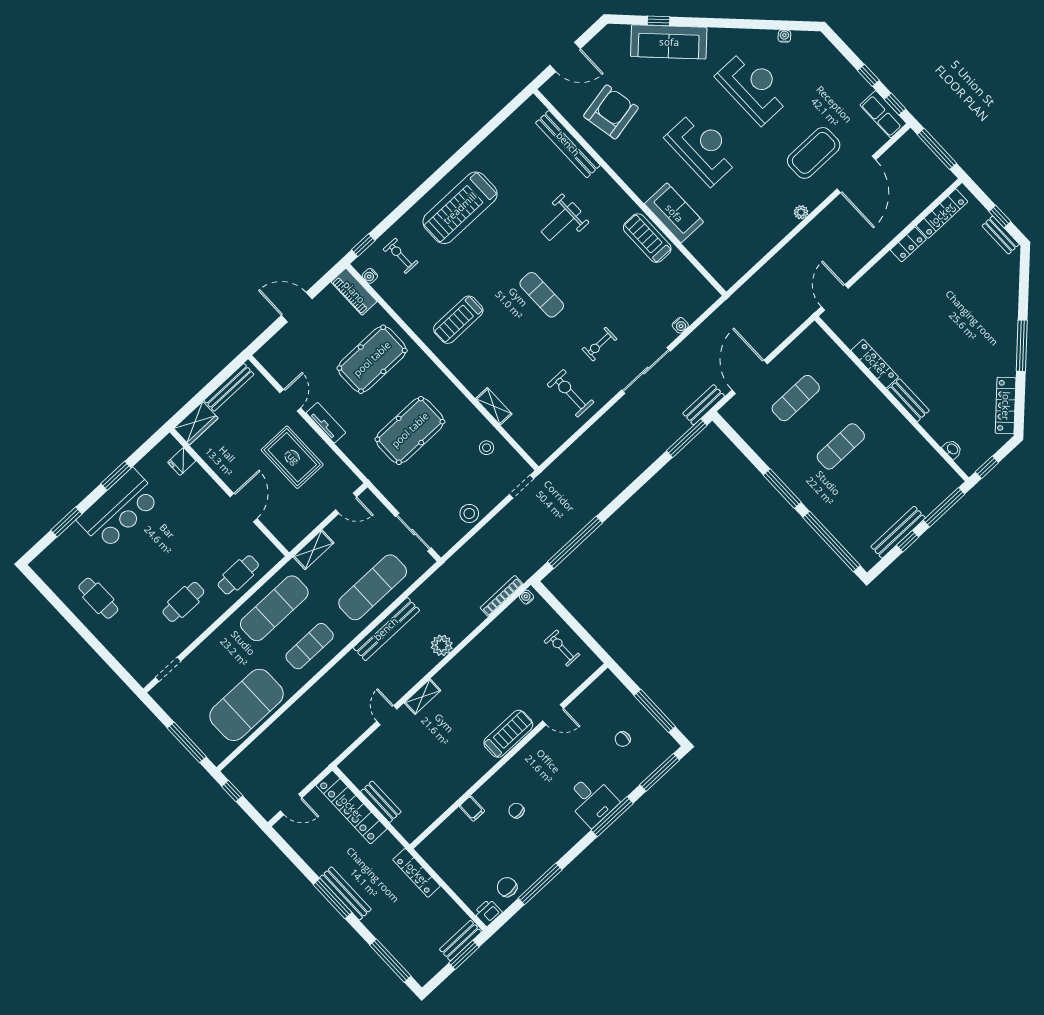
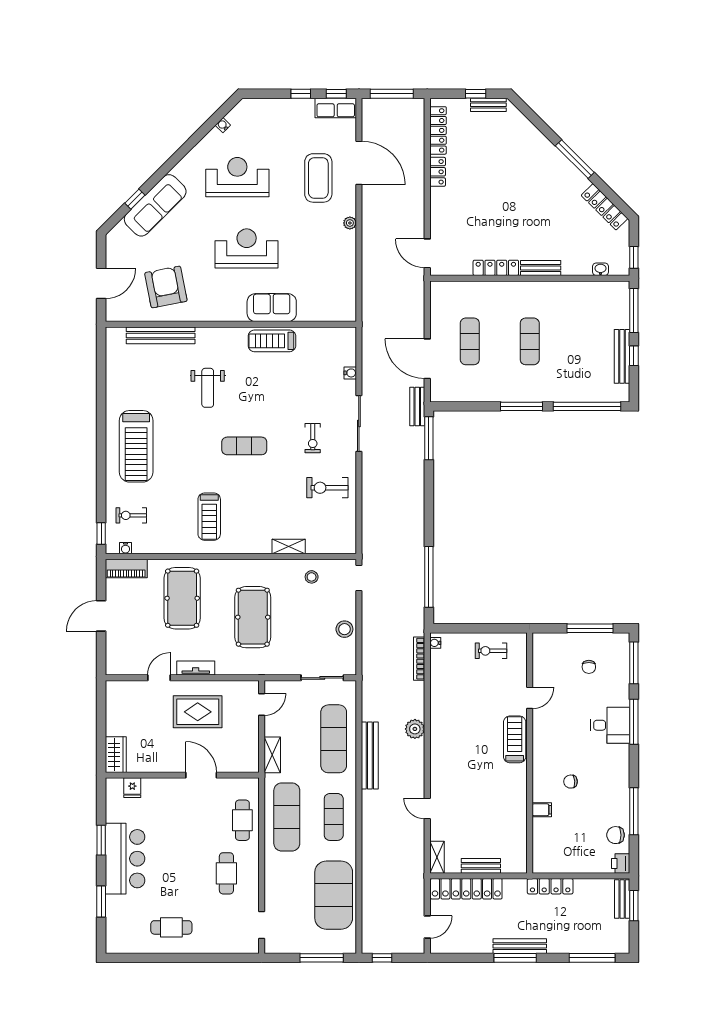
bench: (229, 387) -> (112, 710), removed
door: (290, 400) -> (159, 678), hinge flipped
shelving: (423, 697) -> (437, 857), moved

